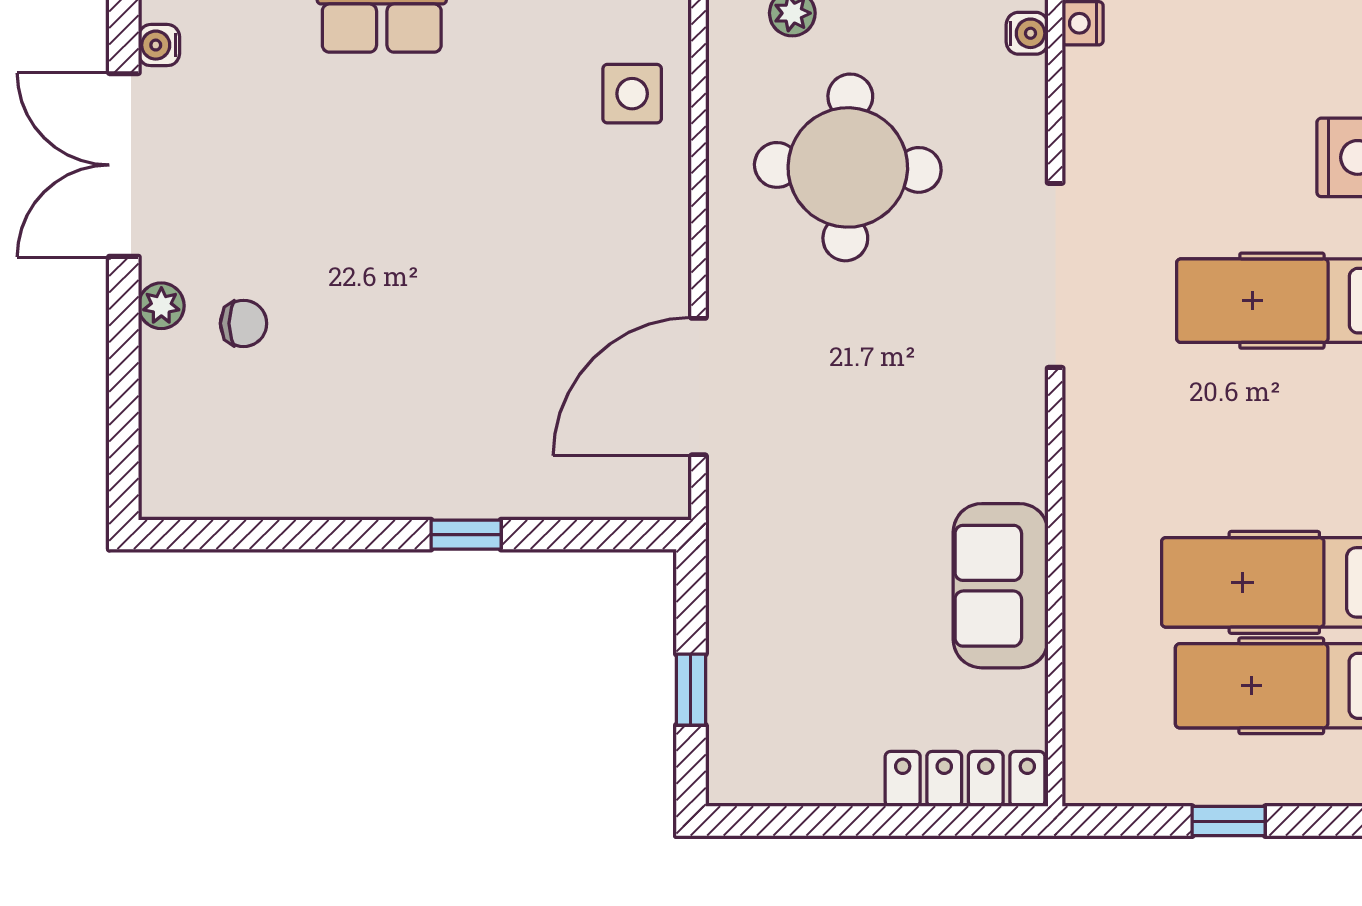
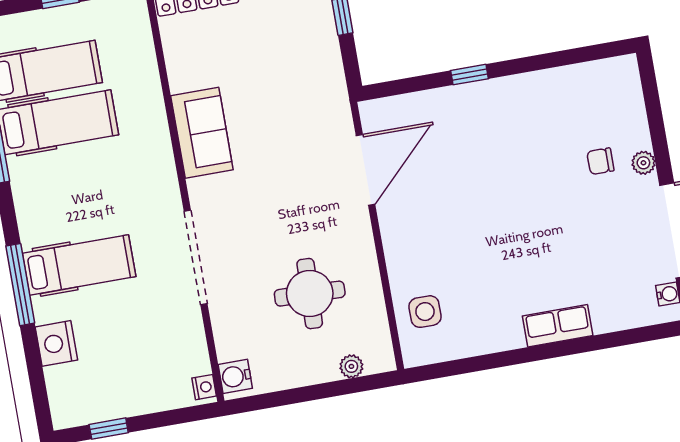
water cooler: (1027, 33) -> (235, 376), width x1.38, depth x1.38
round table: (848, 167) -> (310, 294), width x0.73, depth x0.73
sofa: (1001, 586) -> (202, 133), moved

